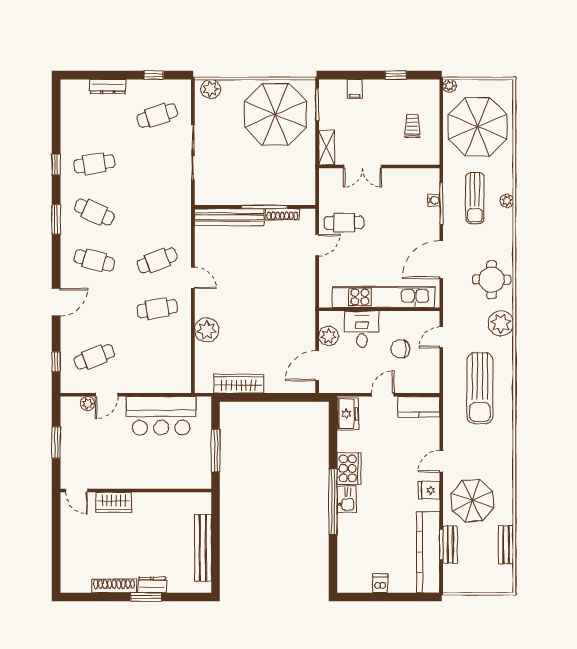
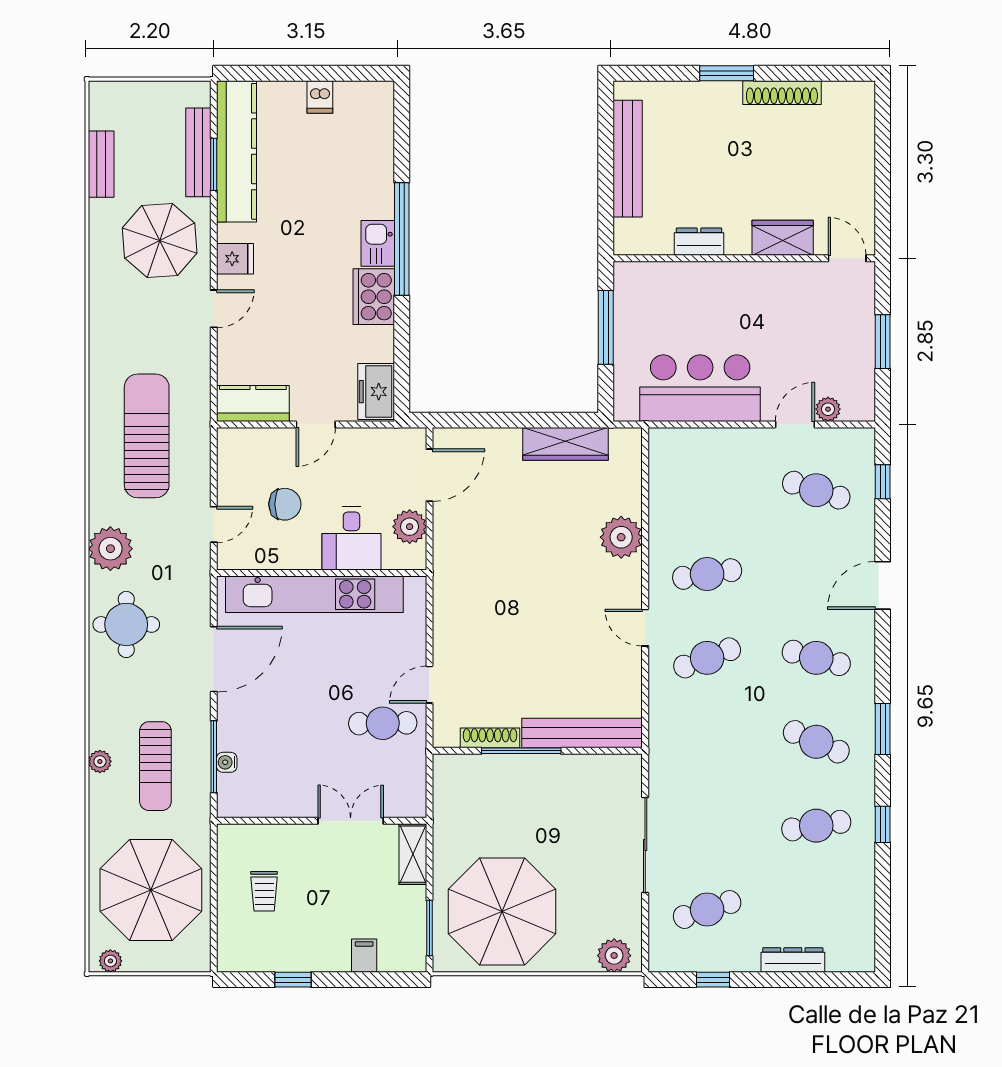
plant: (450, 86) -> (110, 961), moved
sun lounger: (475, 198) -> (155, 766), turned 180
cafe table: (94, 357) -> (816, 490), turned 39
bench: (450, 545) -> (198, 152), width x1.36
dresser: (152, 585) -> (699, 242), moved, turned 180

